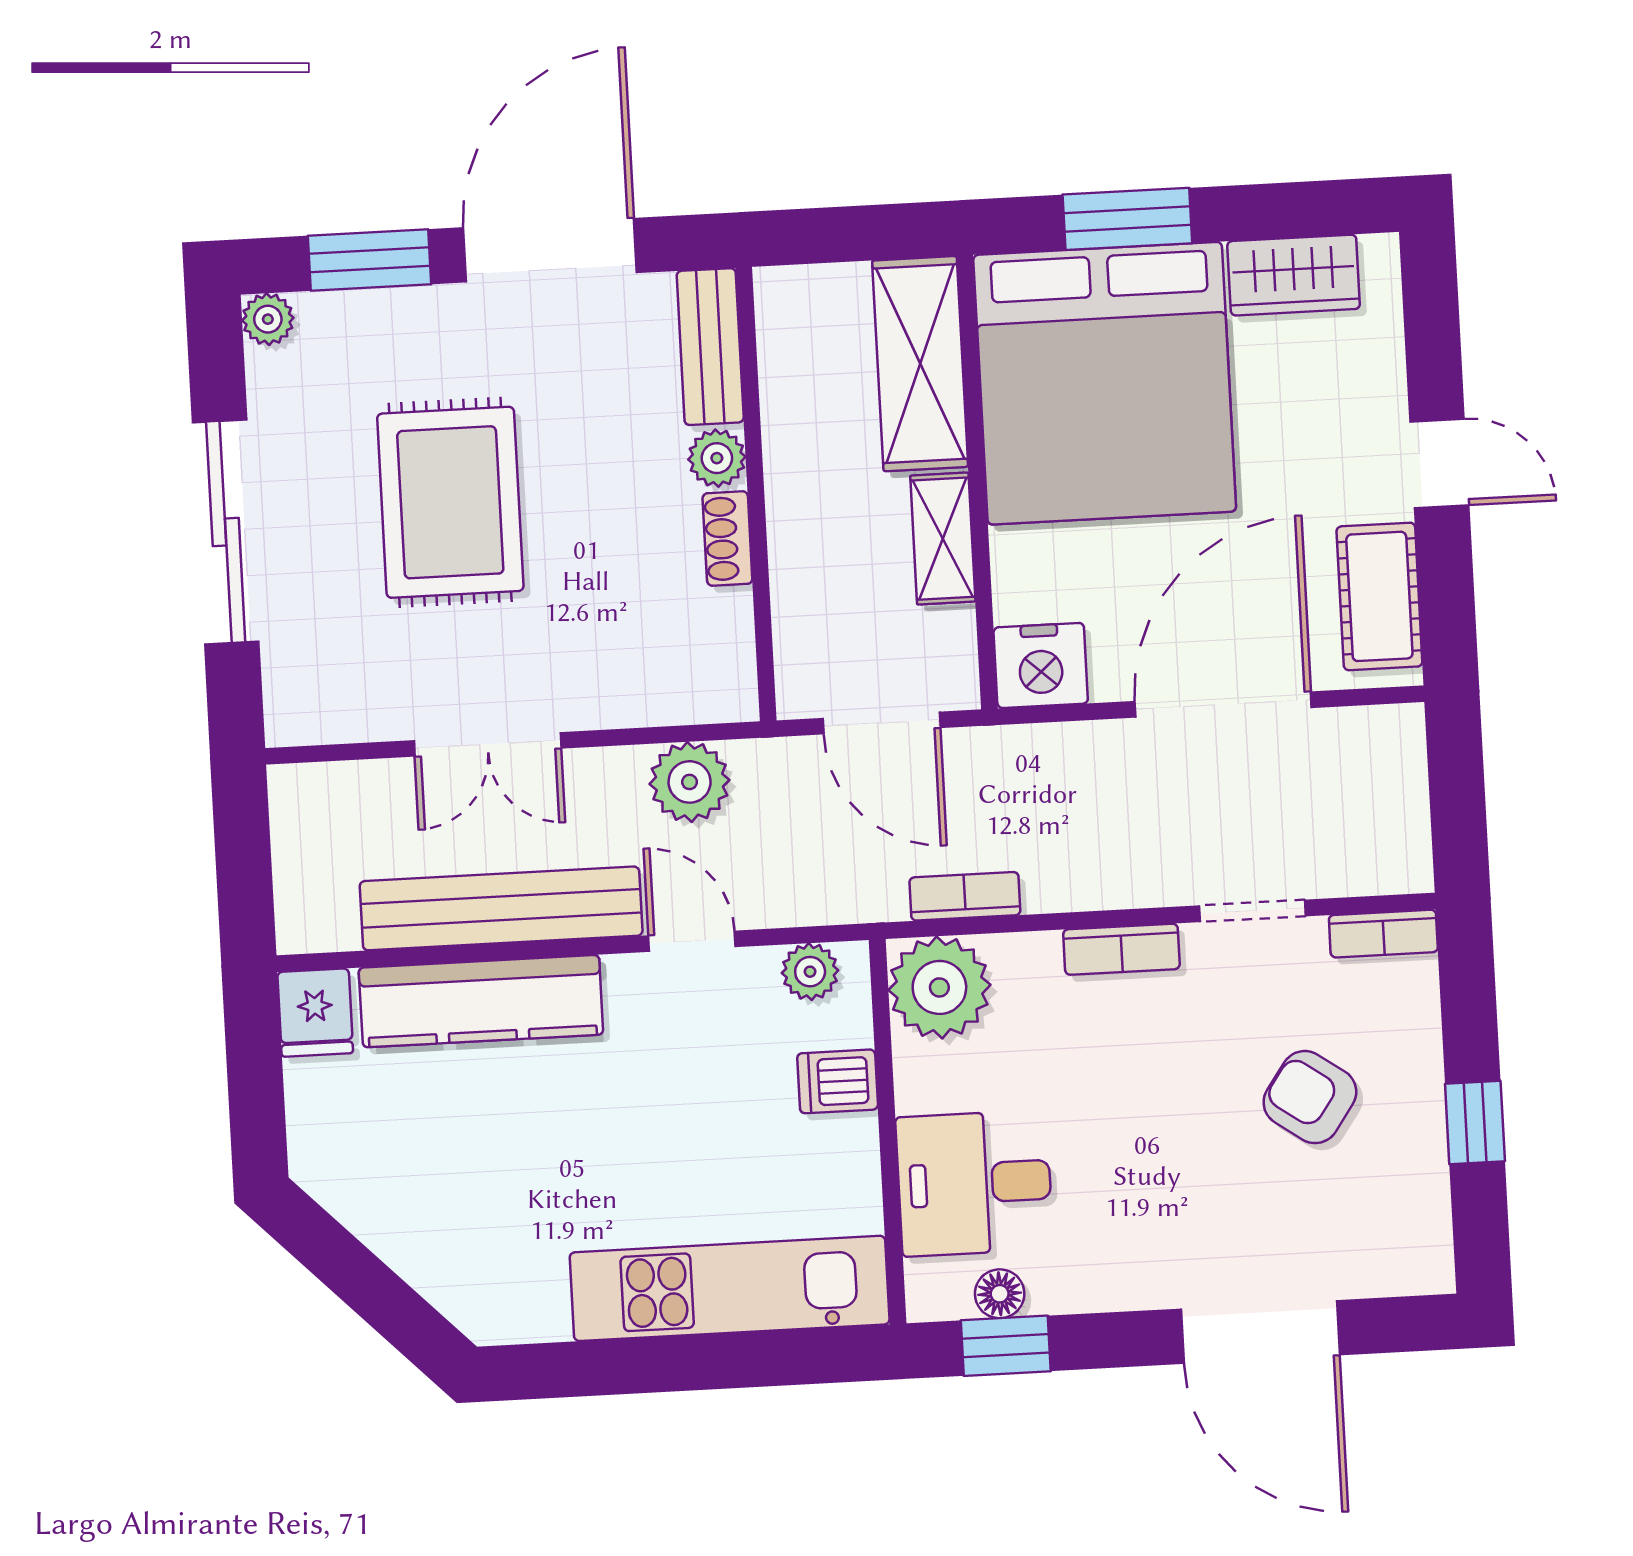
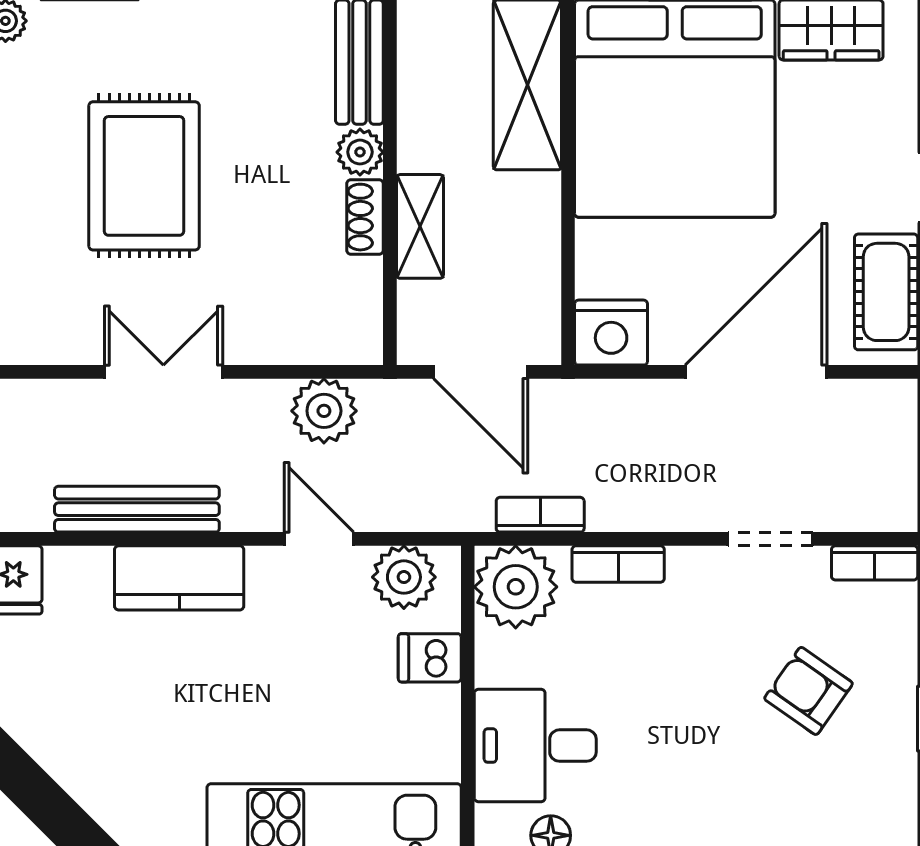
shelving: (943, 539) -> (420, 226), moved
double door: (488, 744) -> (163, 372), swing flipped
bench: (501, 908) -> (137, 509), width x0.73, depth x0.82
bookcase: (1121, 949) -> (618, 564), moved
plant: (810, 972) -> (404, 577), width x1.38, depth x1.38
kitchen counter: (481, 1001) -> (179, 578), width x0.67

